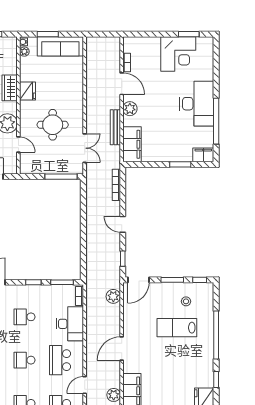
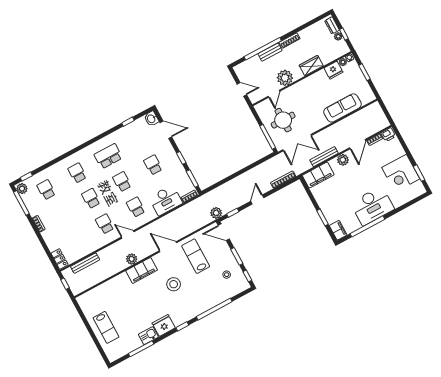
printer: (129, 45) -> (388, 135), added
sofa: (60, 46) -> (342, 108), moved, turned 90
fridge: (27, 91) -> (333, 70), moved
round table: (53, 125) -> (283, 120), moved
double door: (85, 148) -> (297, 143), width x1.37
plant: (113, 296) -> (216, 213), moved
lab bench: (177, 328) -> (196, 256), moved
school desk: (60, 360) -> (136, 207), width x0.54
stool: (165, 364) -> (174, 284), added

